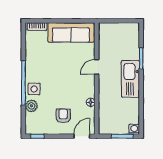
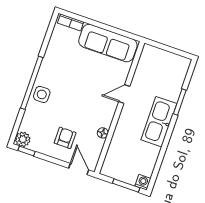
plant: (31, 106) -> (23, 139), moved
door: (82, 136) -> (79, 169), hinge flipped

